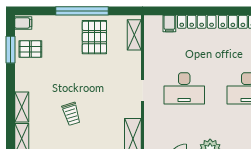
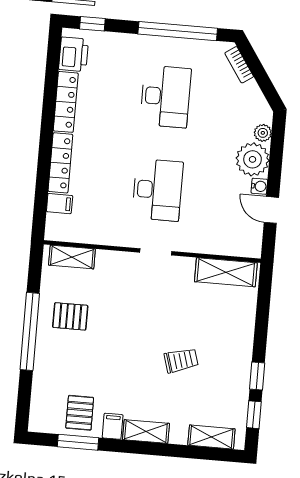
filing cabinet: (23, 23) -> (113, 426), moved
pallet: (94, 37) -> (70, 316), width x0.67, depth x0.71
shelving: (22, 107) -> (146, 431), moved

